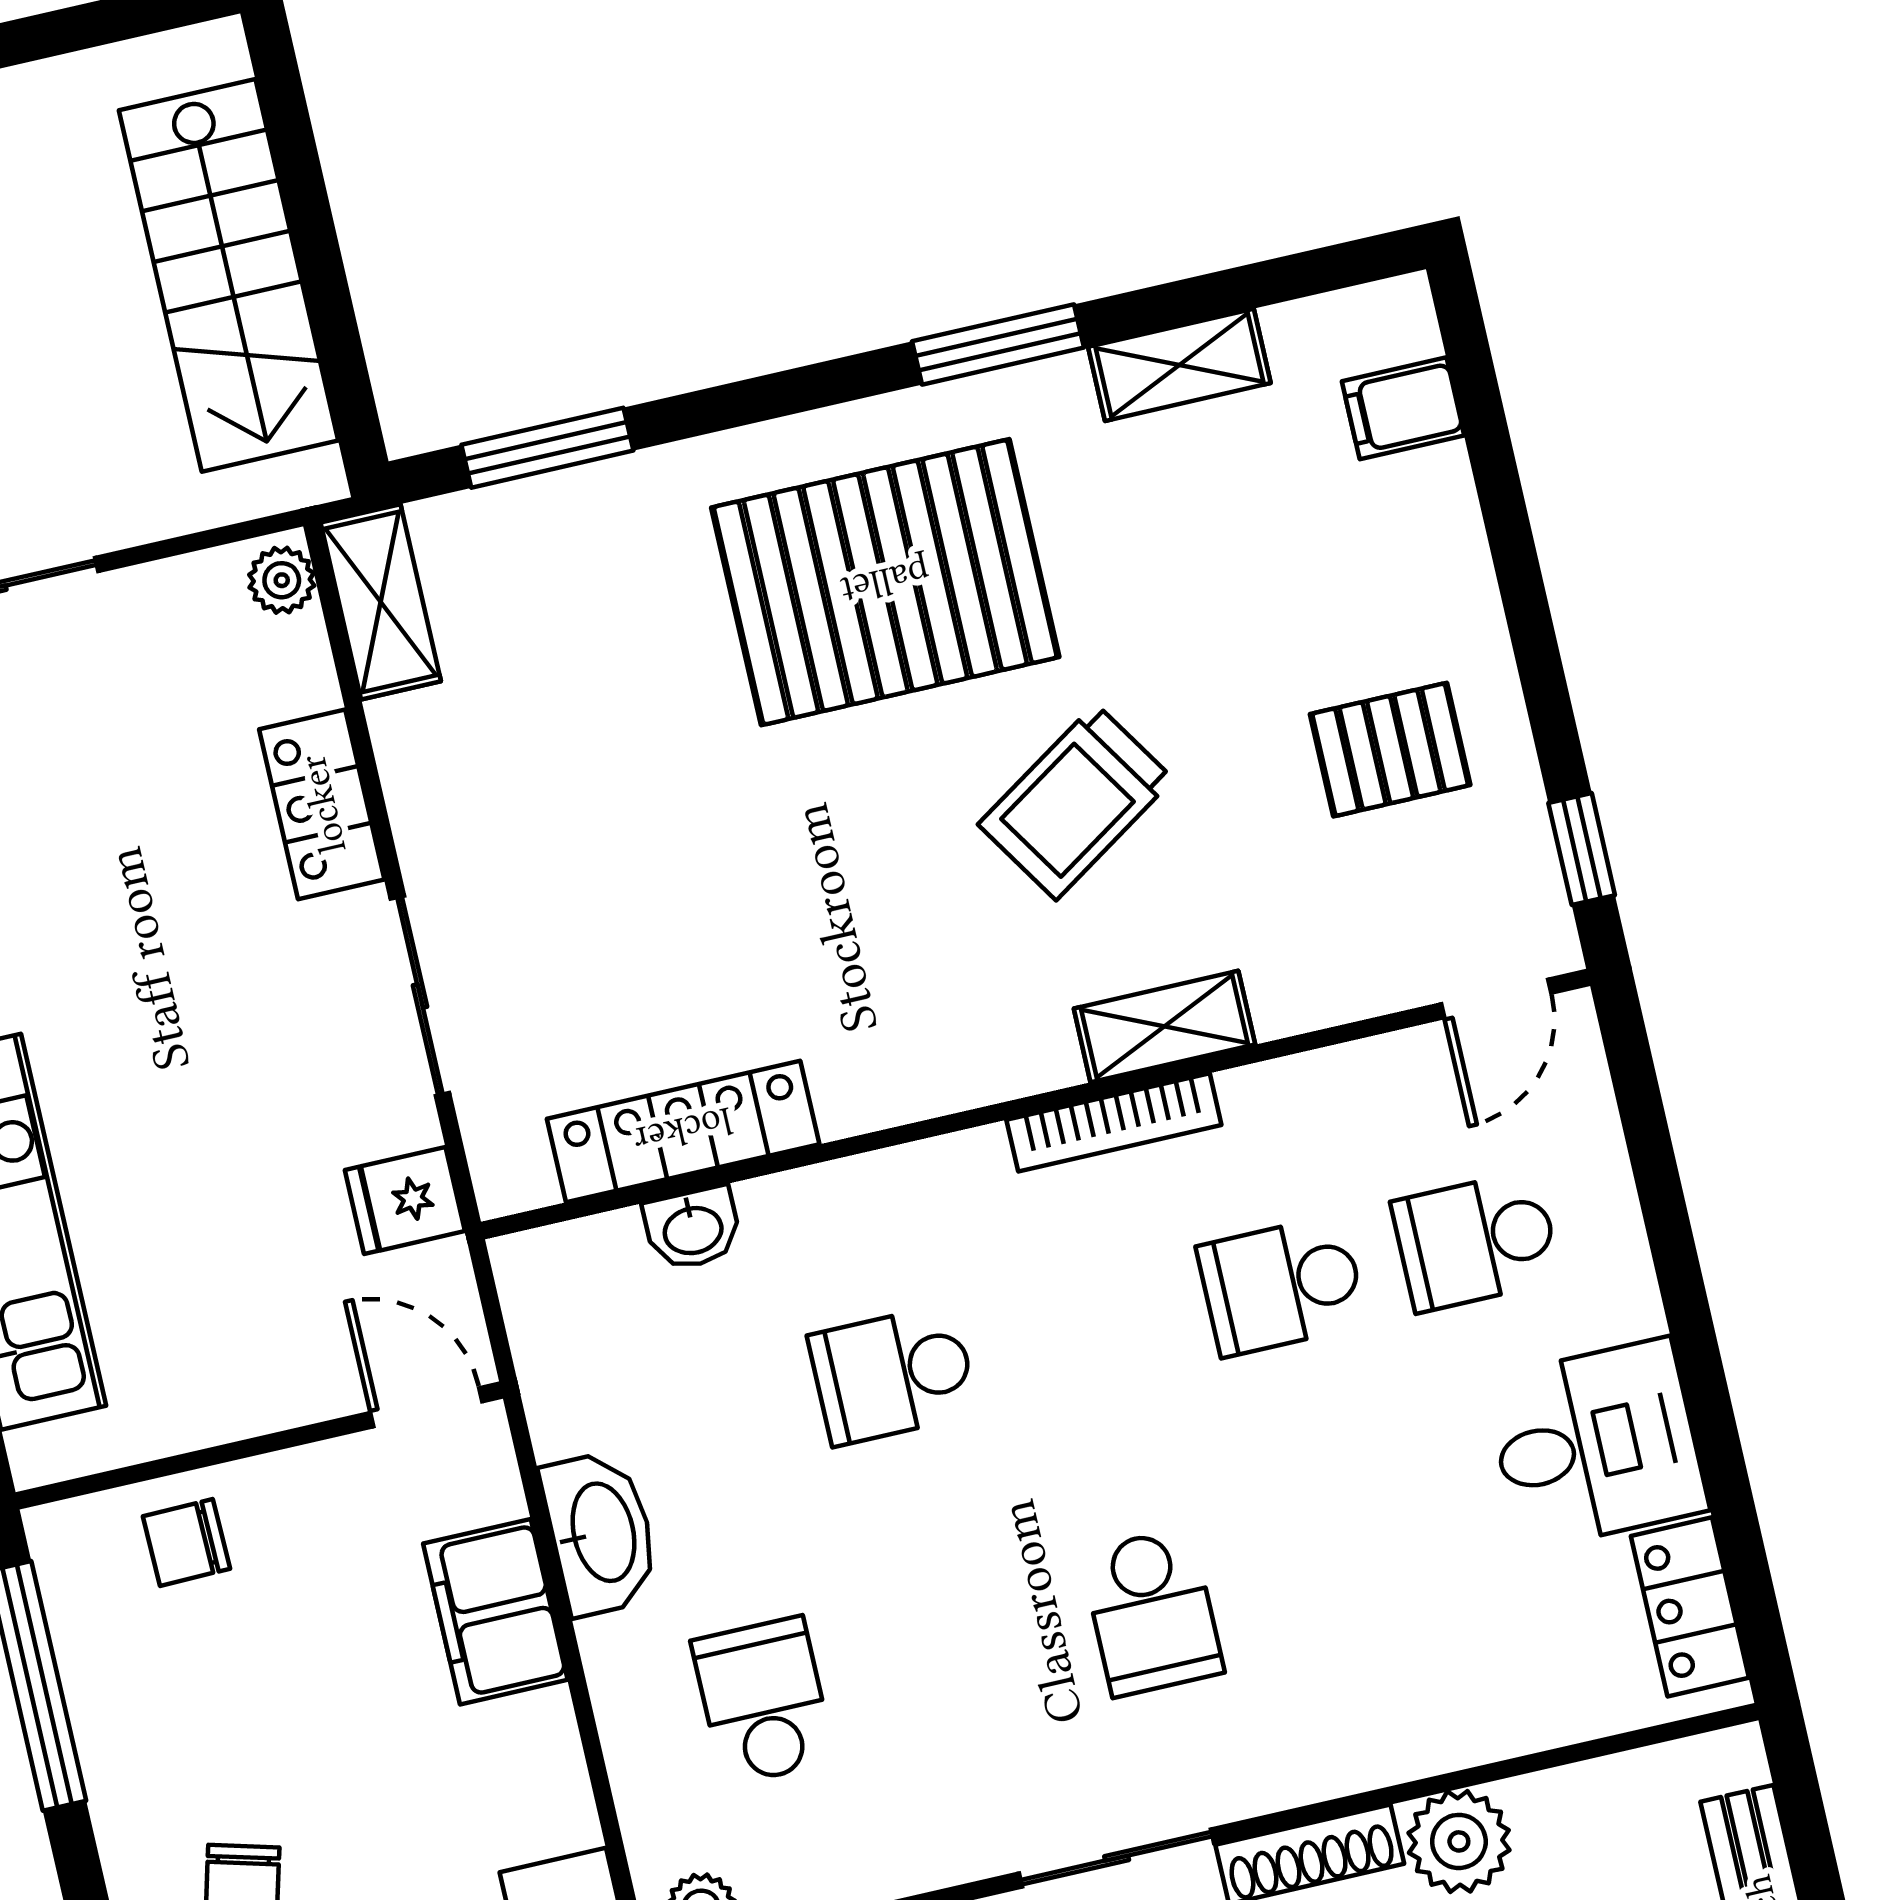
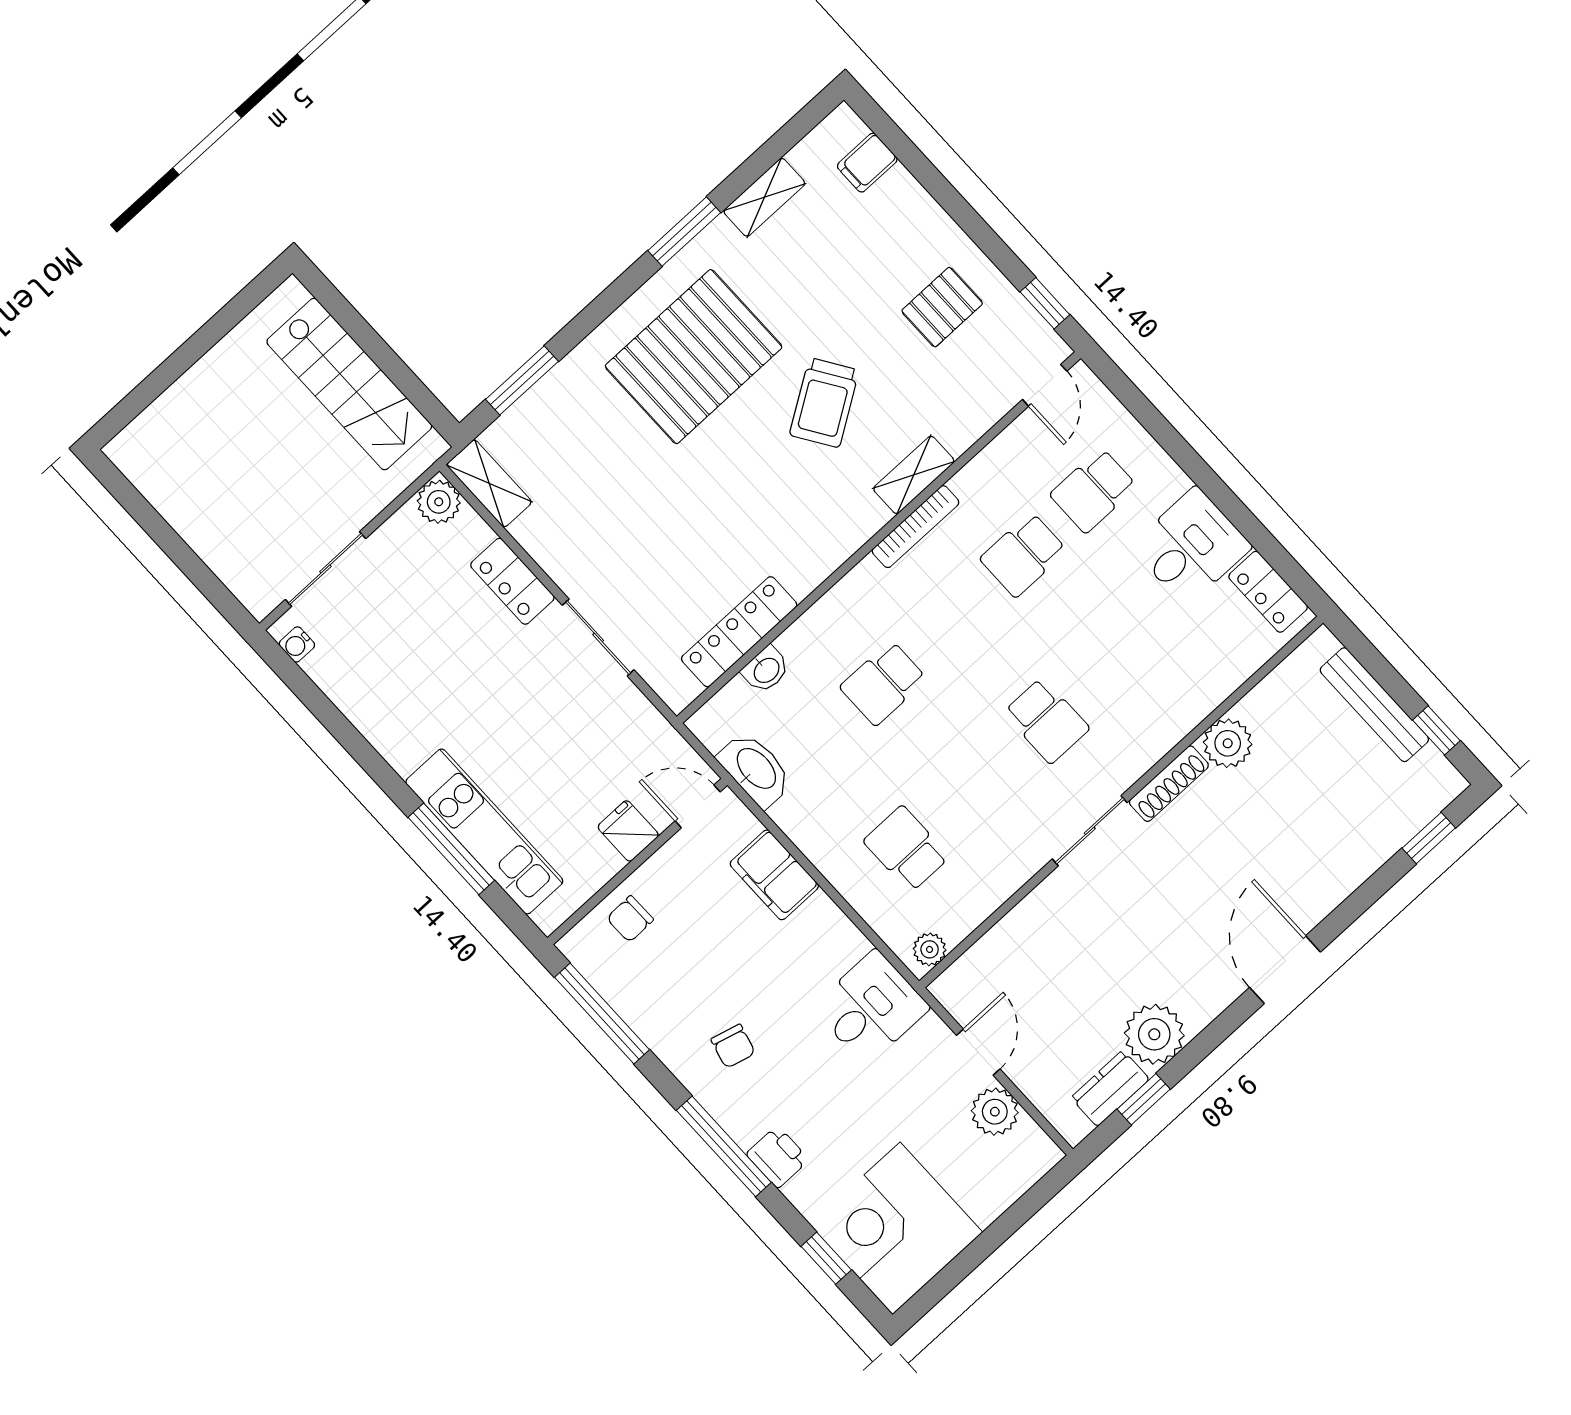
plant: (282, 580) -> (439, 502), width x1.38, depth x1.38
fridge: (405, 1201) -> (628, 831), moved, turned 90
washbasin: (601, 1533) -> (755, 769), moved

